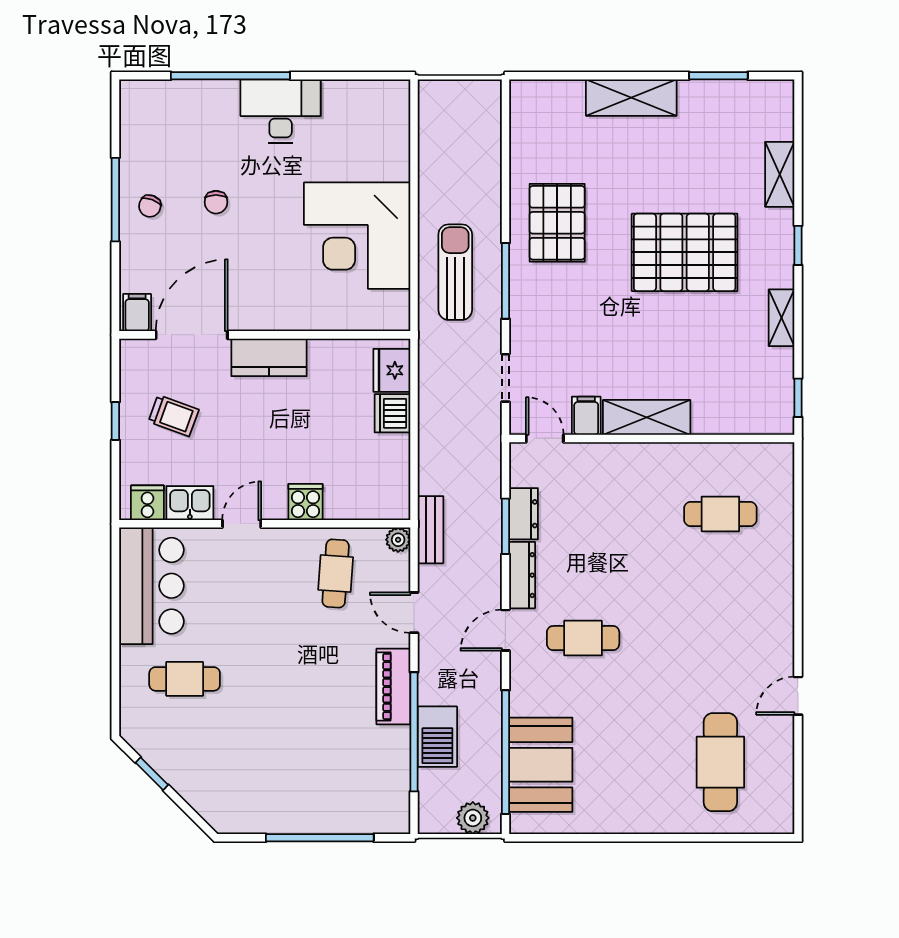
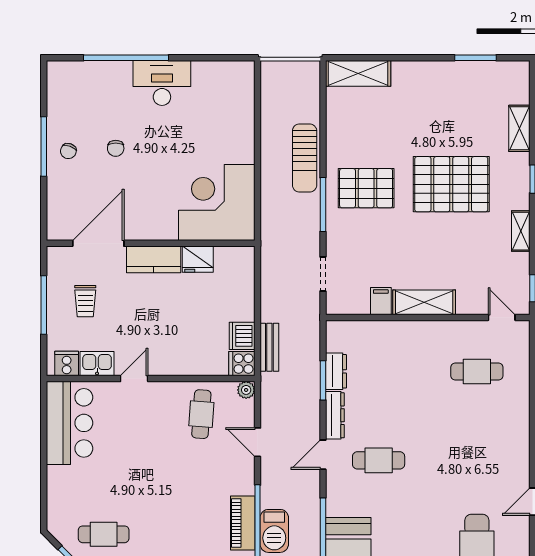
shelving: (631, 98) -> (358, 73), moved
pallet: (557, 223) -> (366, 188), moved, turned 90
corner desk: (357, 236) -> (217, 203), moved, turned 90
sun lounger: (455, 272) -> (305, 158), moved, turned 180
filing cabinet: (137, 313) -> (59, 227), removed
fridge: (392, 370) -> (198, 259), moved, turned -90
dishwasher: (392, 413) -> (242, 336), moved
trolley: (174, 416) -> (85, 301), turned 70
window: (115, 421) -> (44, 305), width x2.17
door: (545, 438) -> (502, 317), moved
cooker: (305, 502) -> (242, 364), moved, turned -90
bench: (431, 530) -> (269, 347), moved
cafe table: (185, 679) -> (104, 534), moved
piano: (393, 686) -> (243, 523), moved

